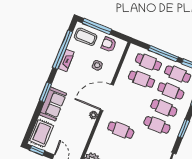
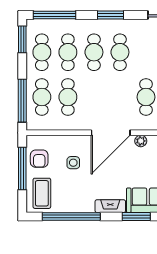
window: (97, 26) -> (22, 168), moved
window: (163, 53) -> (22, 101), moved
fireplace: (66, 60) -> (110, 206), moved
door: (107, 98) -> (111, 133), hinge flipped

